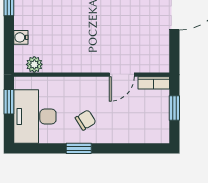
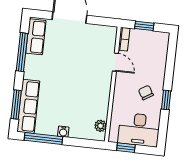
water cooler: (21, 37) -> (63, 132), moved

